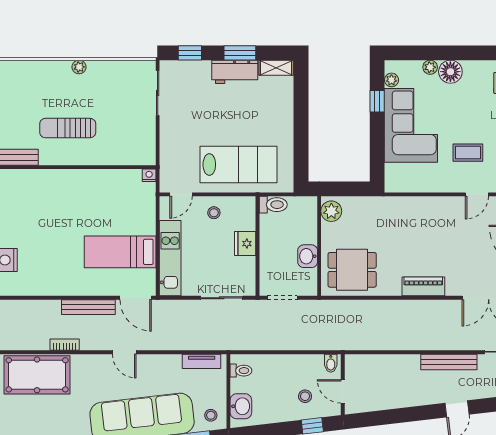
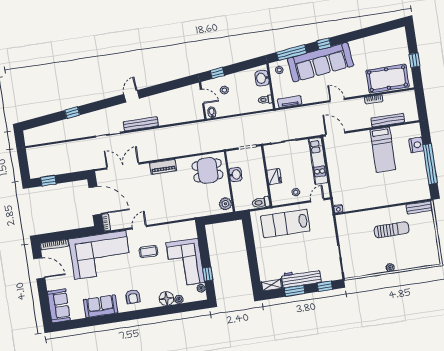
workbench: (235, 72) -> (301, 278), width x1.37
bed: (120, 252) -> (383, 150), moved, turned 90
bench: (88, 307) -> (388, 120), moved

